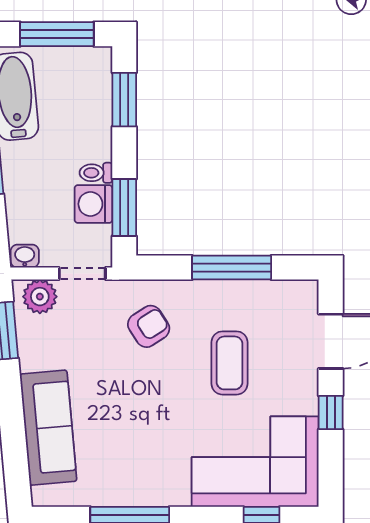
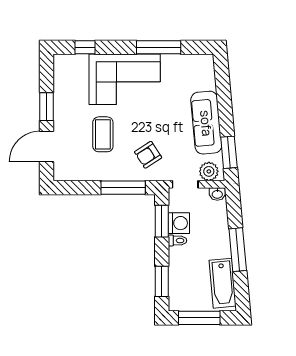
window: (232, 268) -> (123, 188), moved
window: (331, 413) -> (46, 107), width x1.50
sofa: (48, 428) -> (206, 123), moved
corner sofa: (255, 462) -> (125, 79), moved

